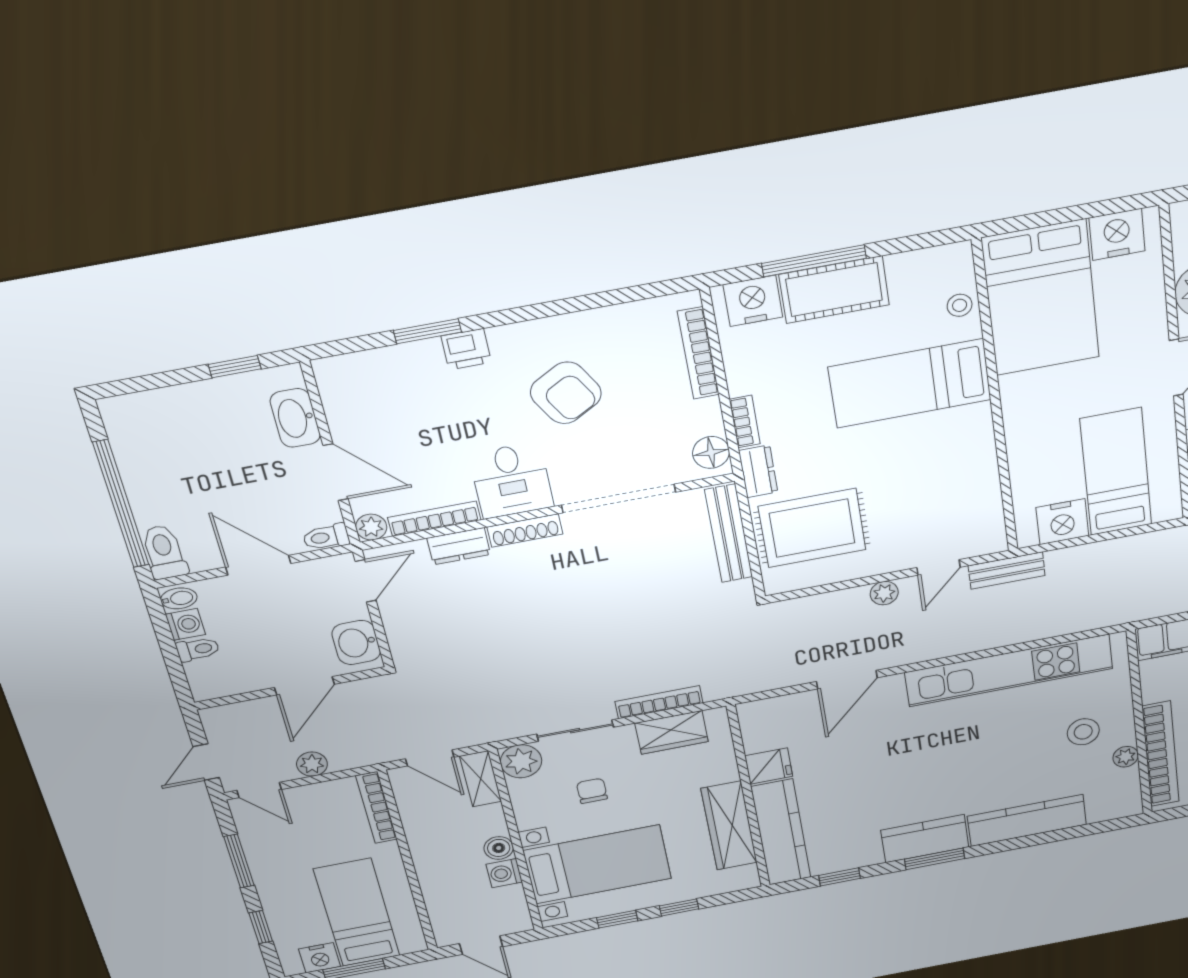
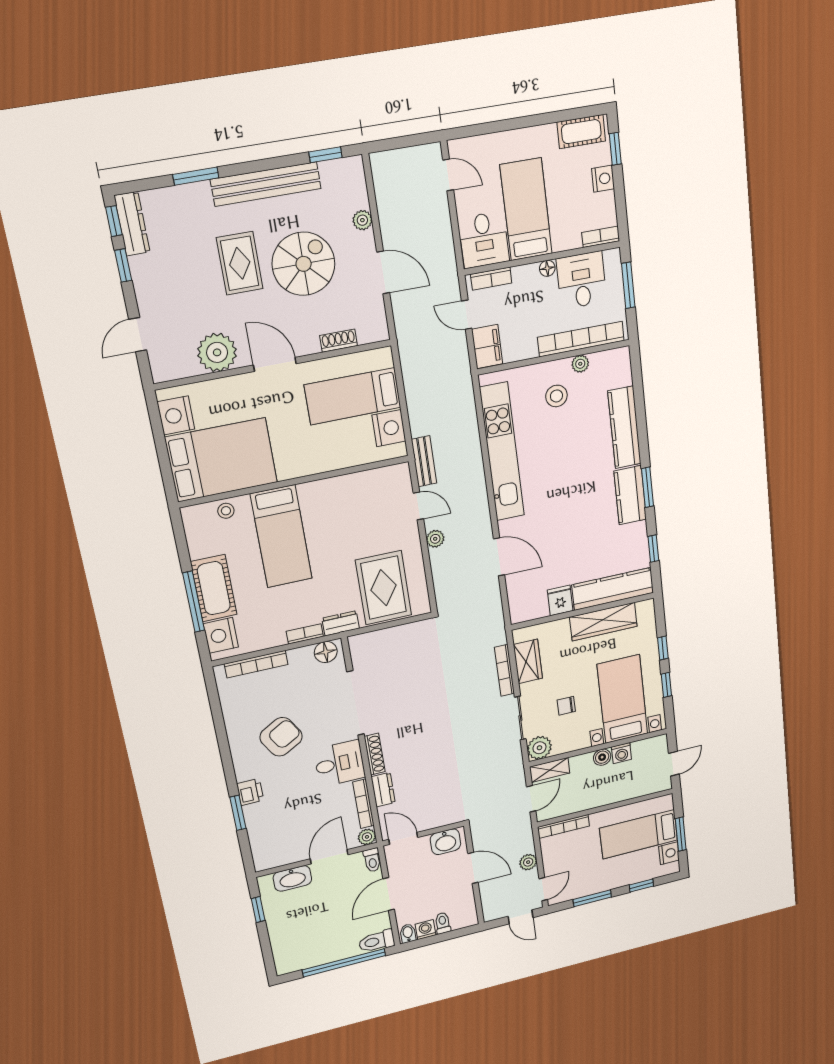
bench: (729, 533) -> (384, 638), removed

